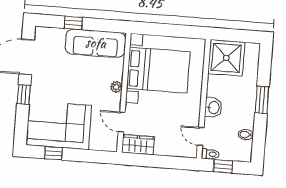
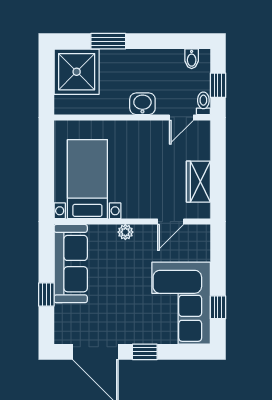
shower: (226, 58) -> (77, 72), moved
bed with nightstands: (158, 70) -> (87, 179), width x0.73
window: (262, 100) -> (108, 41), moved
bidet: (246, 135) -> (192, 59), moved
wardrobe: (138, 145) -> (198, 182), moved

